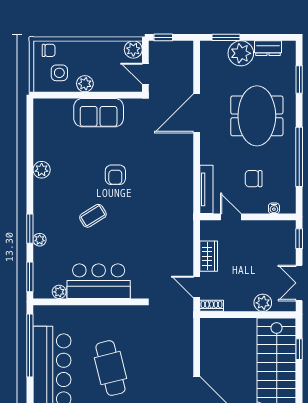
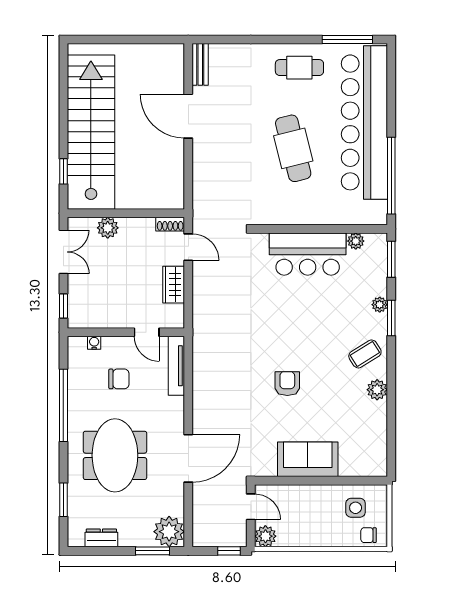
plant: (241, 53) -> (169, 532), moved
plant: (85, 84) -> (324, 495), removed
coffee table: (93, 216) -> (365, 354), moved

